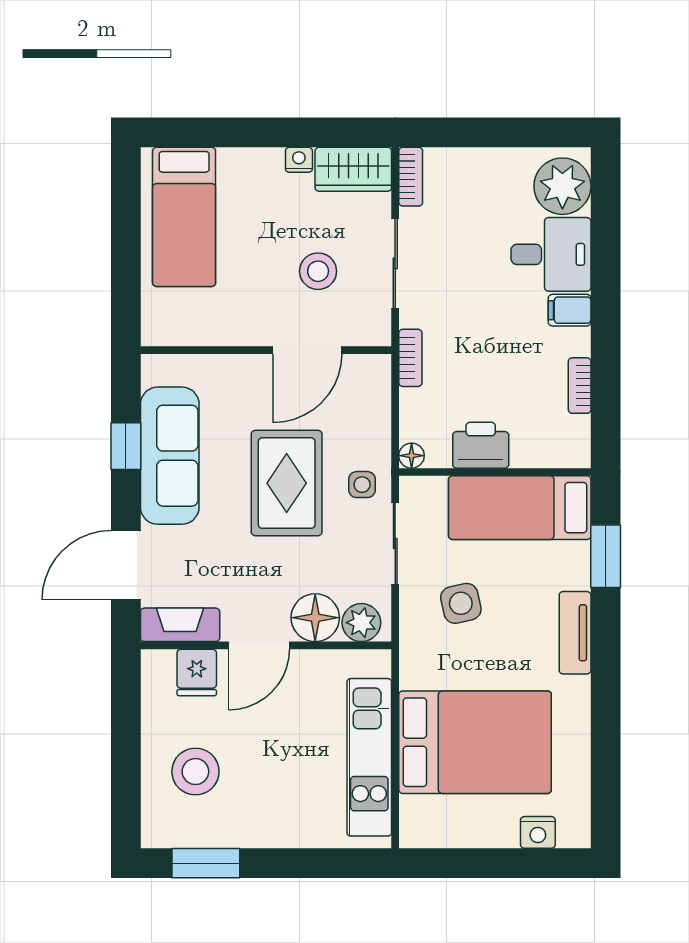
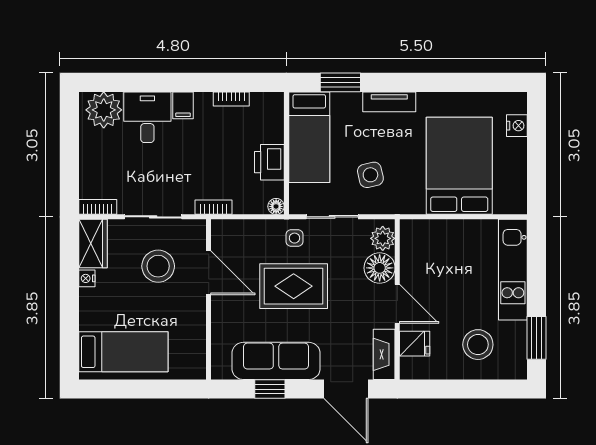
stool: (318, 271) -> (158, 266), width x1.38, depth x1.38
kitchen unit: (369, 757) -> (513, 270), moved, turned 90

